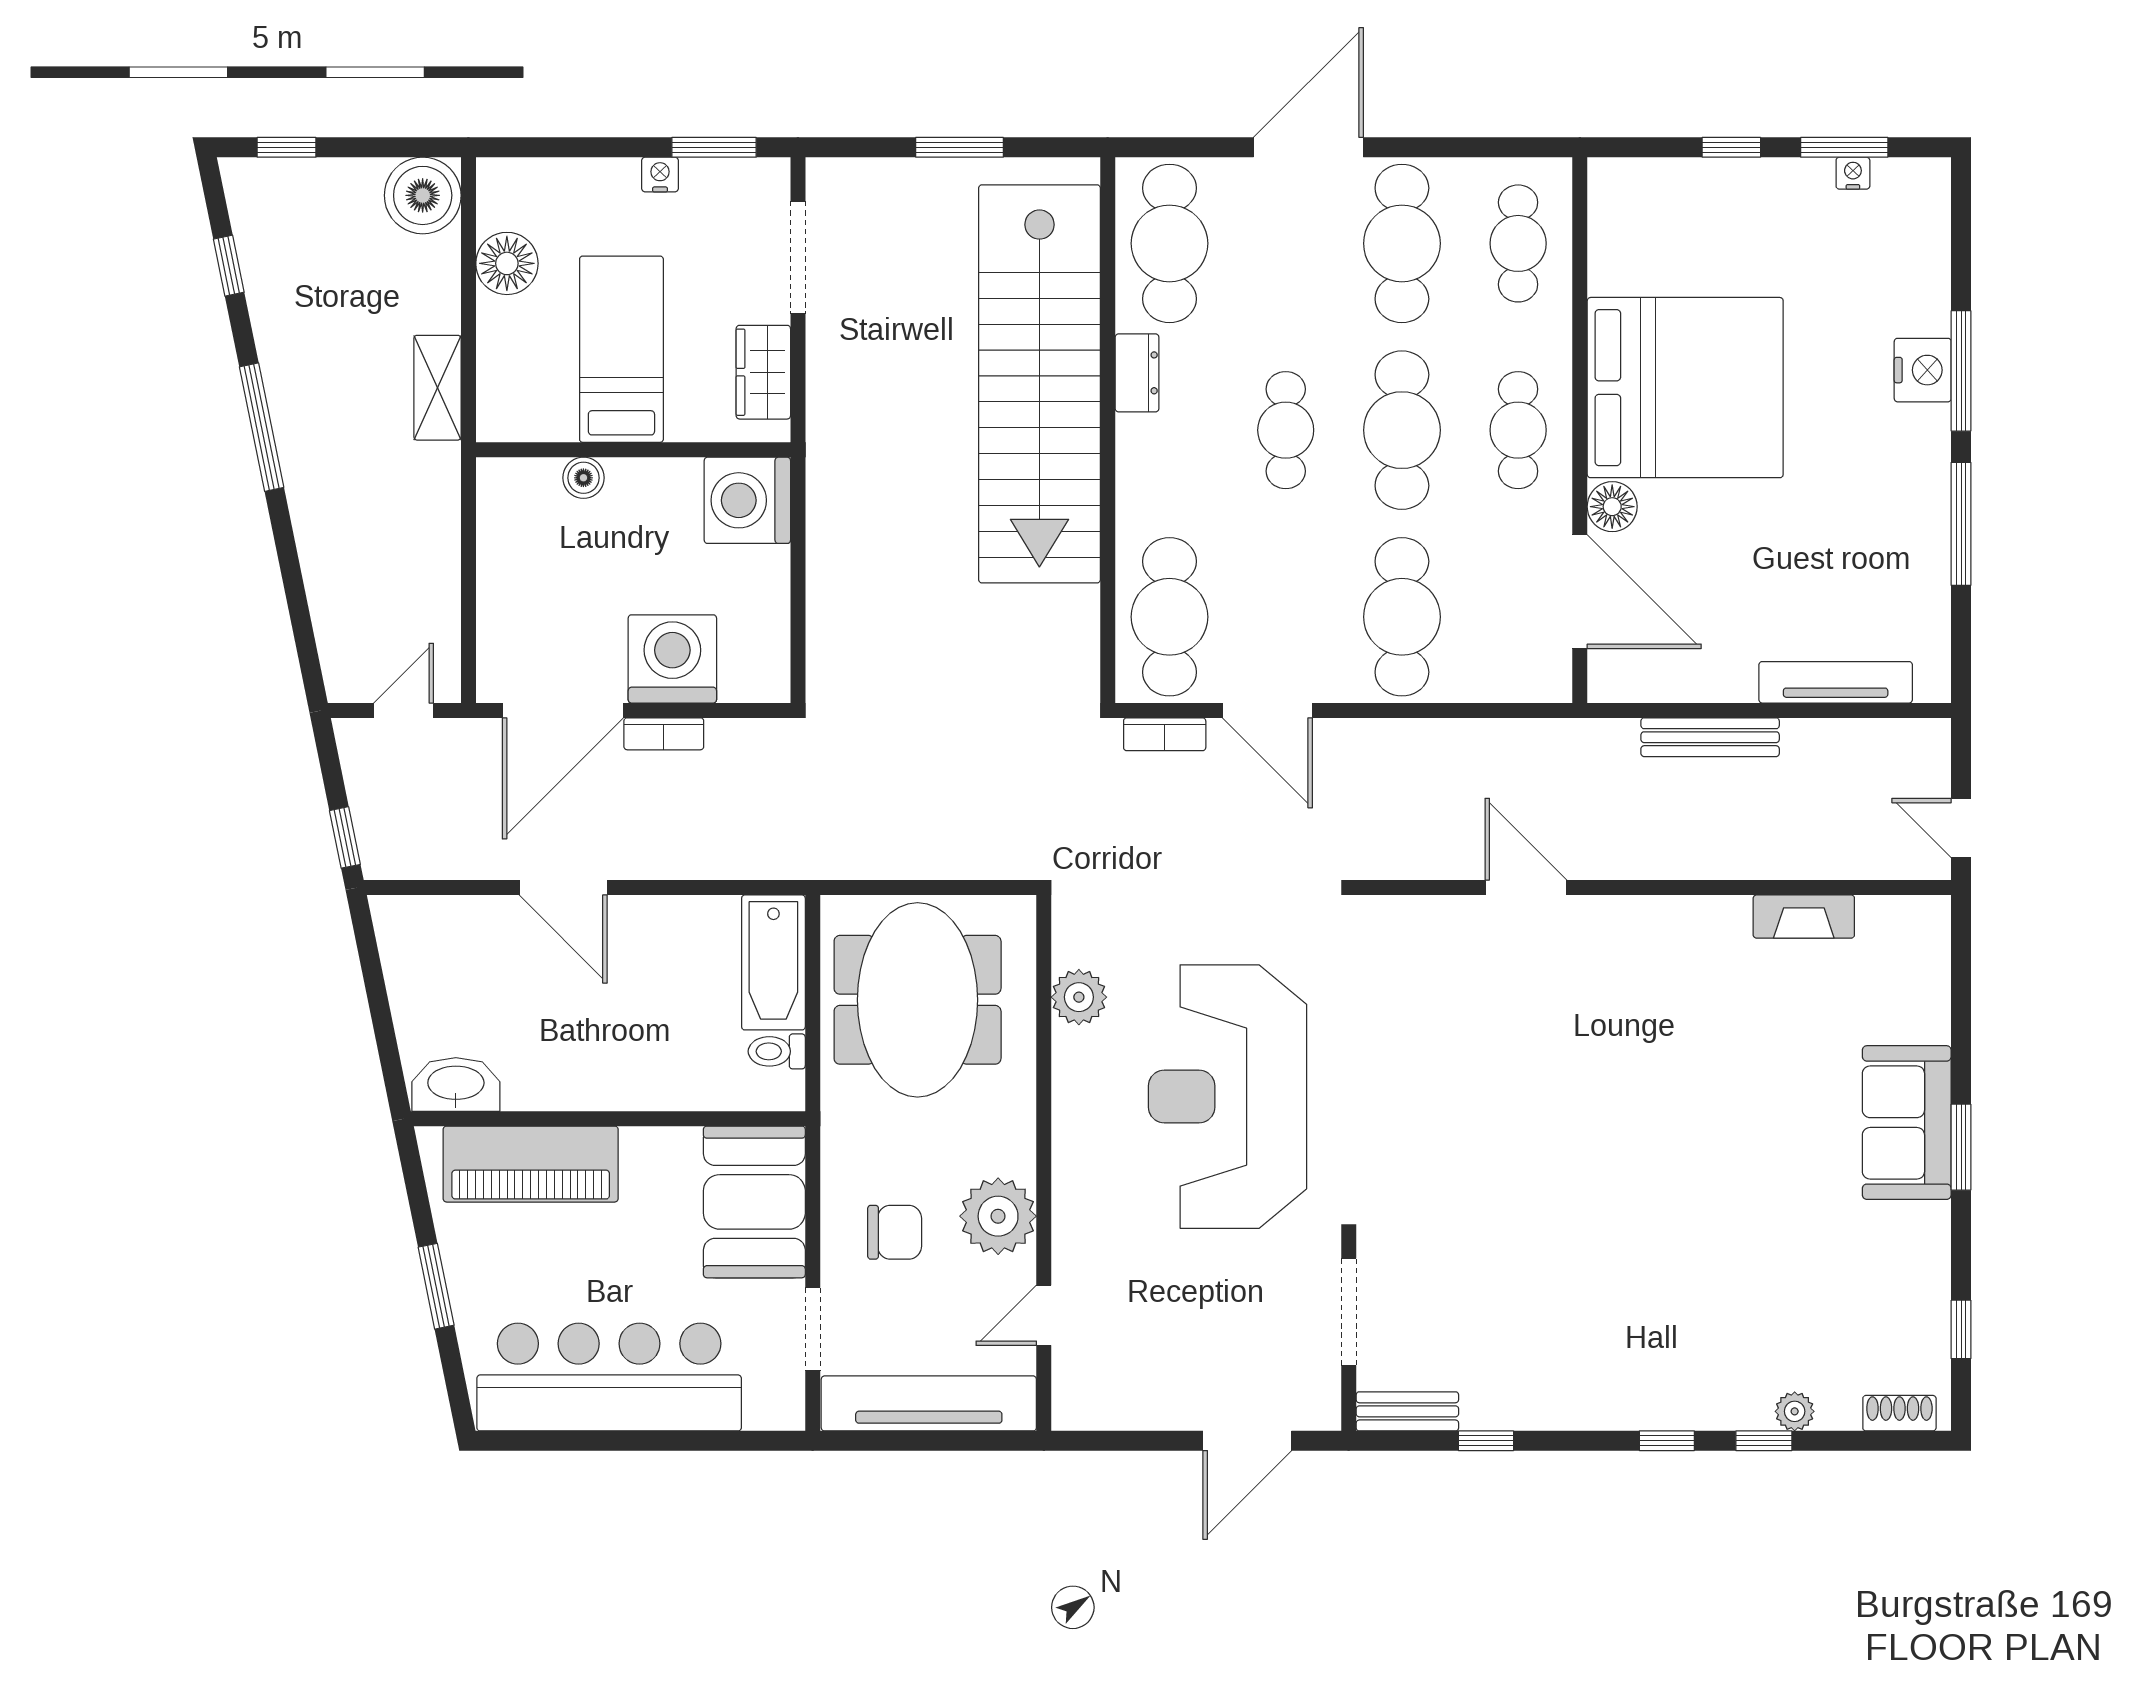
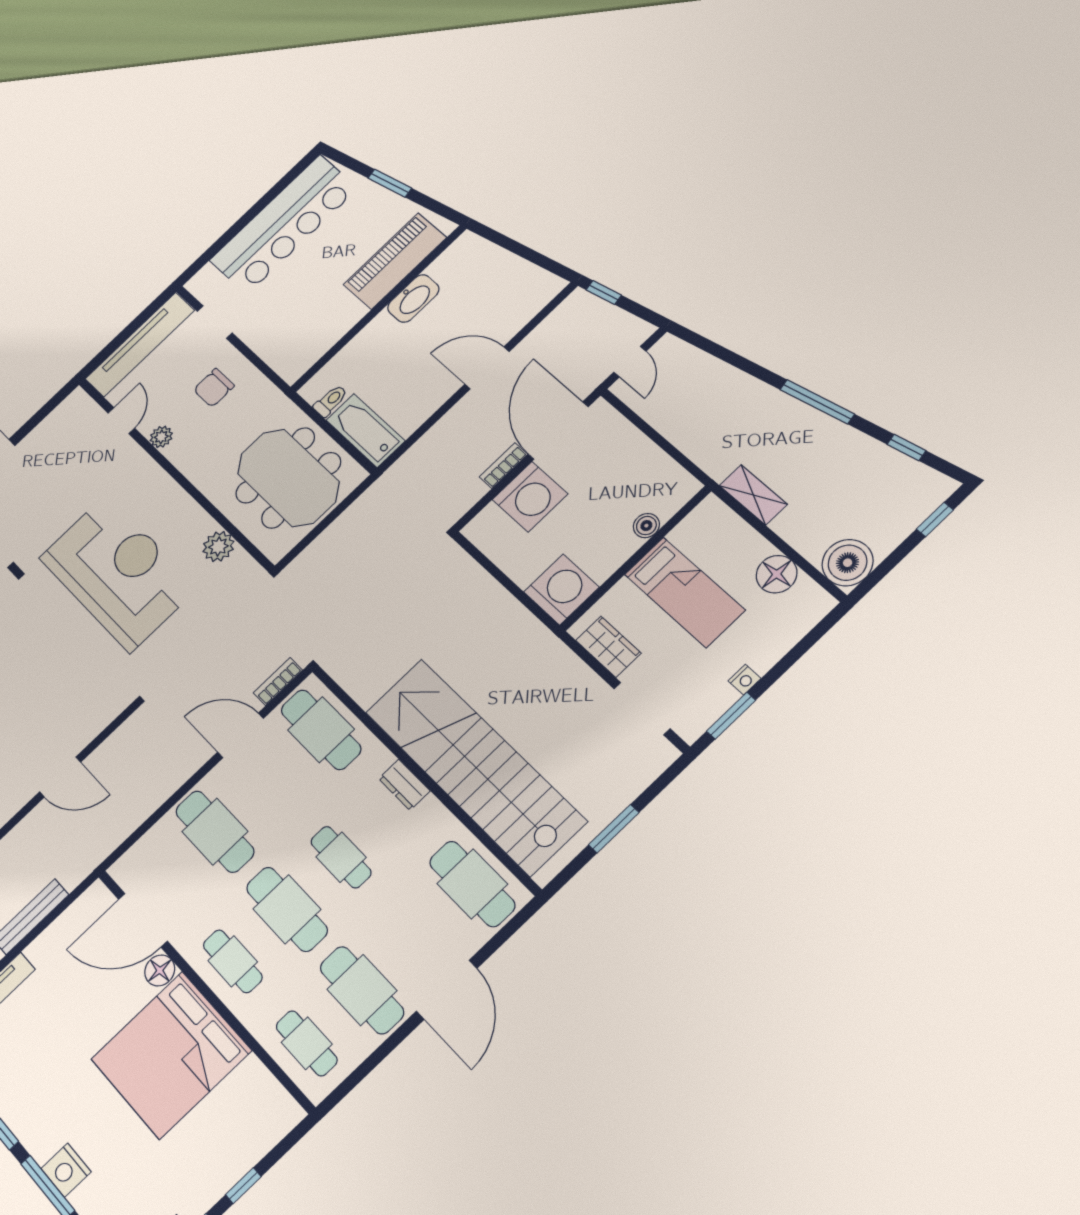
dresser: (1137, 373) -> (404, 785), moved
washbasin: (456, 1084) -> (413, 298), moved
booth: (754, 1202) -> (285, 340), removed
plant: (998, 1216) -> (161, 437), width x0.53, depth x0.53

